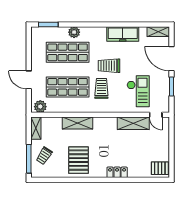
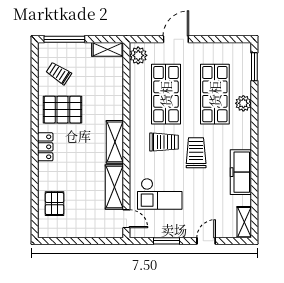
door: (171, 59) -> (206, 241), width x0.53
door: (156, 115) -> (126, 219), swing flipped
shelving: (77, 123) -> (115, 142), moved
trolley: (44, 156) -> (59, 73), moved
pallet: (160, 168) -> (55, 204), moved
locker: (117, 172) -> (45, 147), moved

